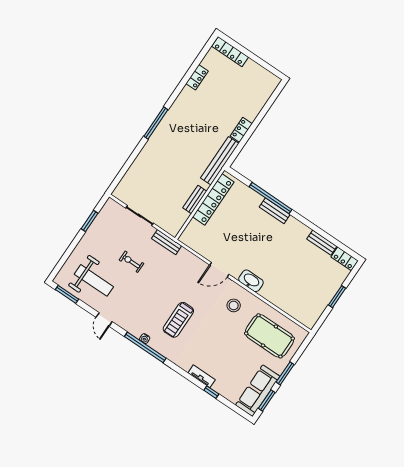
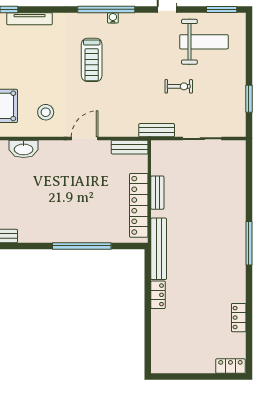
locker: (230, 52) -> (230, 366), width x0.66
bench: (275, 211) -> (130, 147), moved
weight bench: (94, 280) -> (204, 42), turned 180
washbasin: (251, 281) -> (24, 149), moved
treadmill: (178, 320) -> (92, 60), turned 180
tv unit: (202, 376) -> (30, 19), width x1.41

